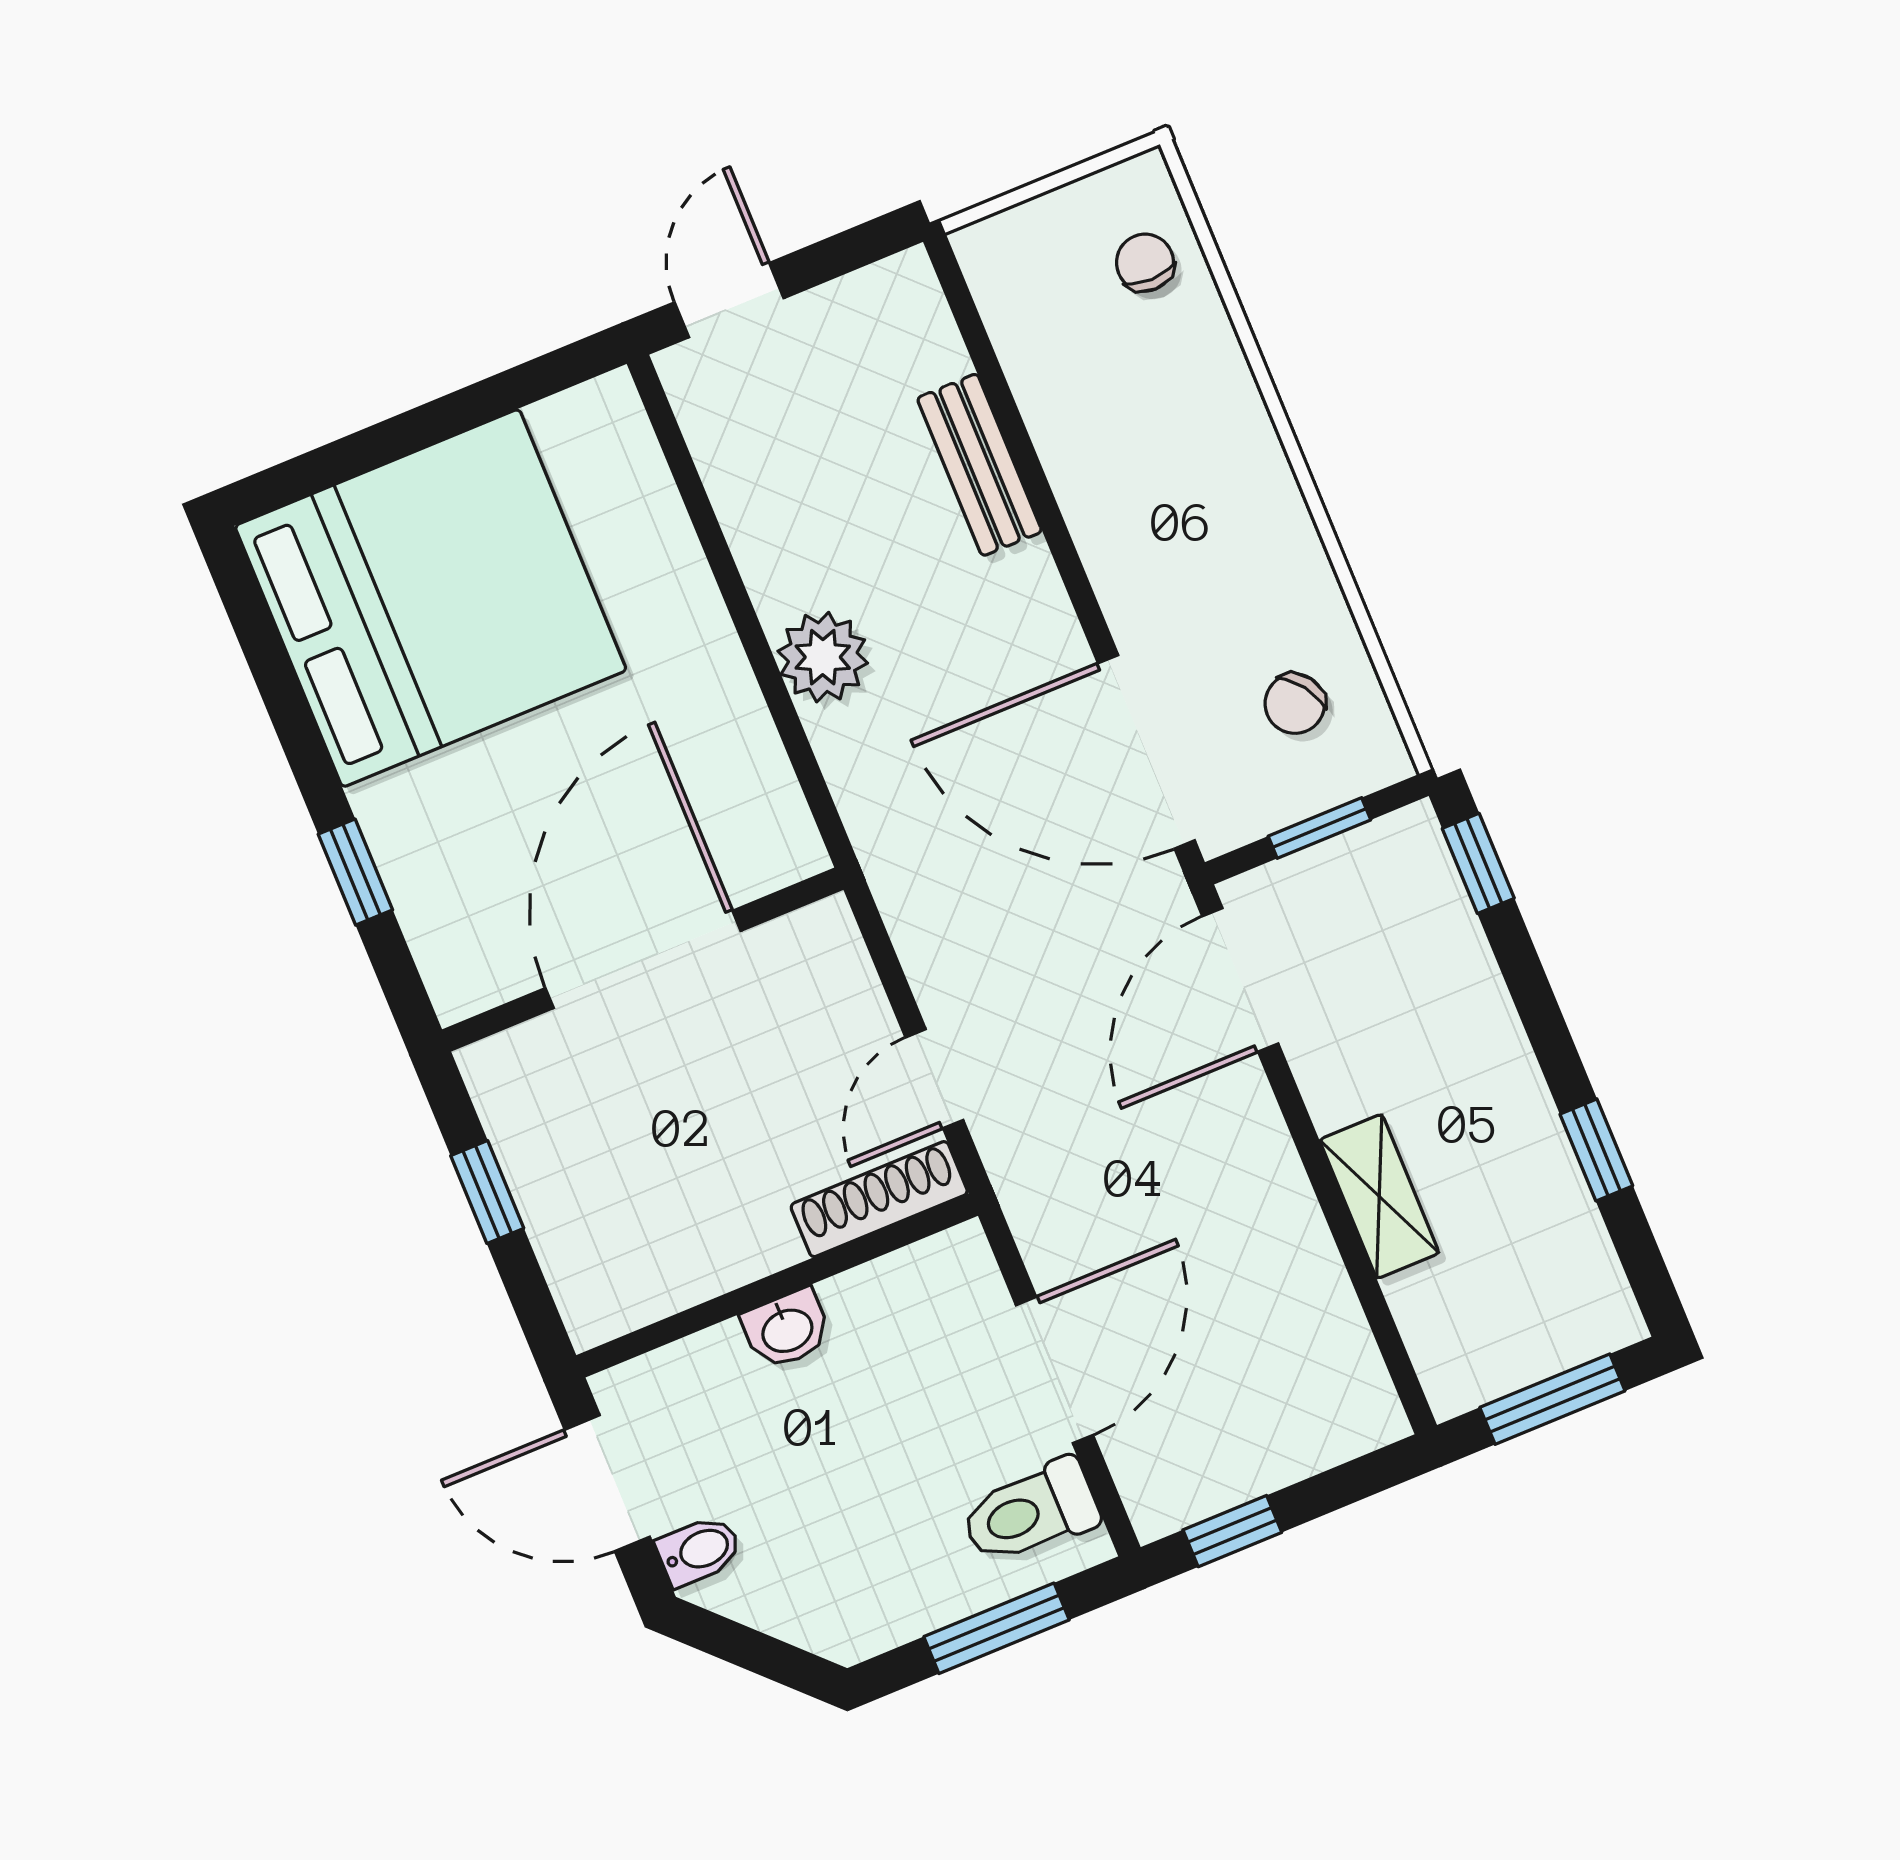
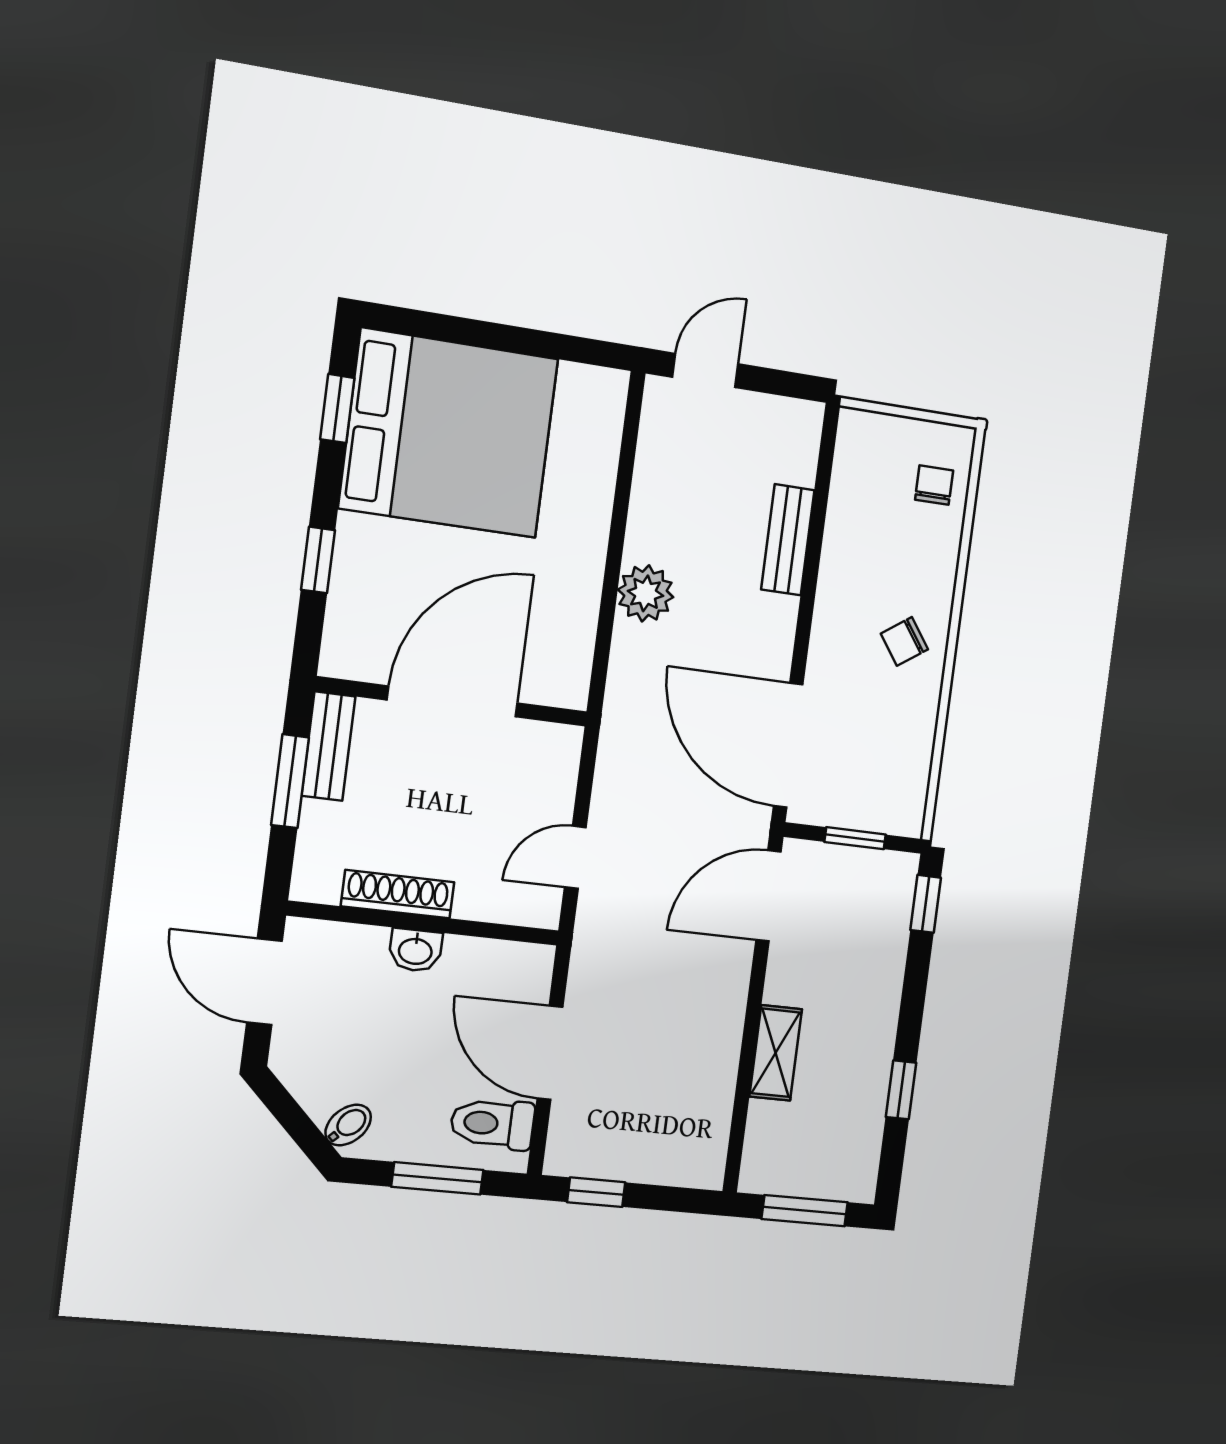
window: (265, 654) -> (337, 409), added
chair: (1295, 704) -> (904, 641), moved
bench: (511, 1116) -> (328, 746), added
window: (487, 1192) -> (290, 781), width x1.50
shoe rack: (879, 1199) -> (398, 894), moved
door: (1055, 1370) -> (550, 1053), swing flipped
bidet: (699, 1551) -> (348, 1125), moved, turned -45

